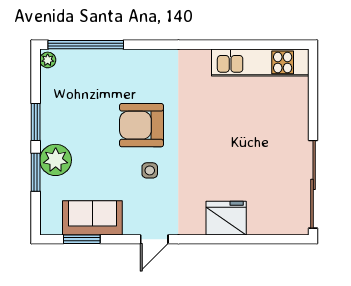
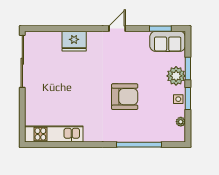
window: (86, 45) -> (139, 145), moved
plant: (48, 60) -> (181, 122), moved
side table: (150, 170) -> (178, 99), moved
sofa: (92, 218) -> (168, 41), moved

